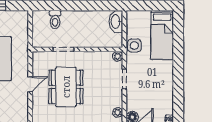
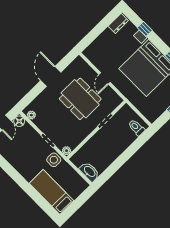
toilet: (55, 20) -> (136, 128), moved
side table: (134, 46) -> (54, 160), moved

